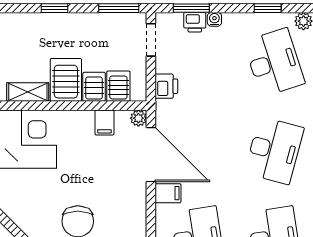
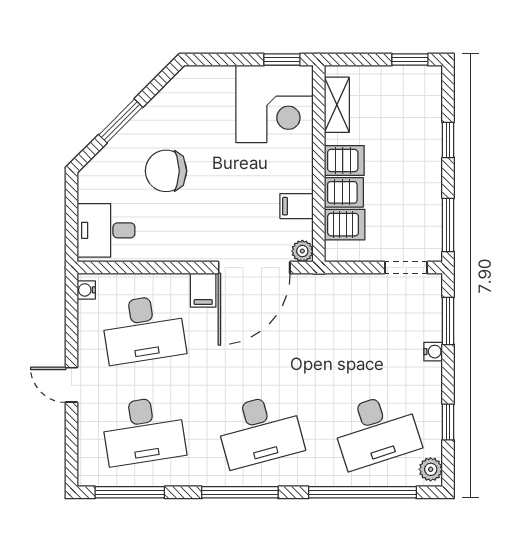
printer: (195, 22) -> (429, 326), removed
server rack: (66, 80) -> (344, 161), width x0.73, depth x0.70
printer: (166, 86) -> (345, 288), removed
desk: (274, 150) -> (260, 431), turned -30

